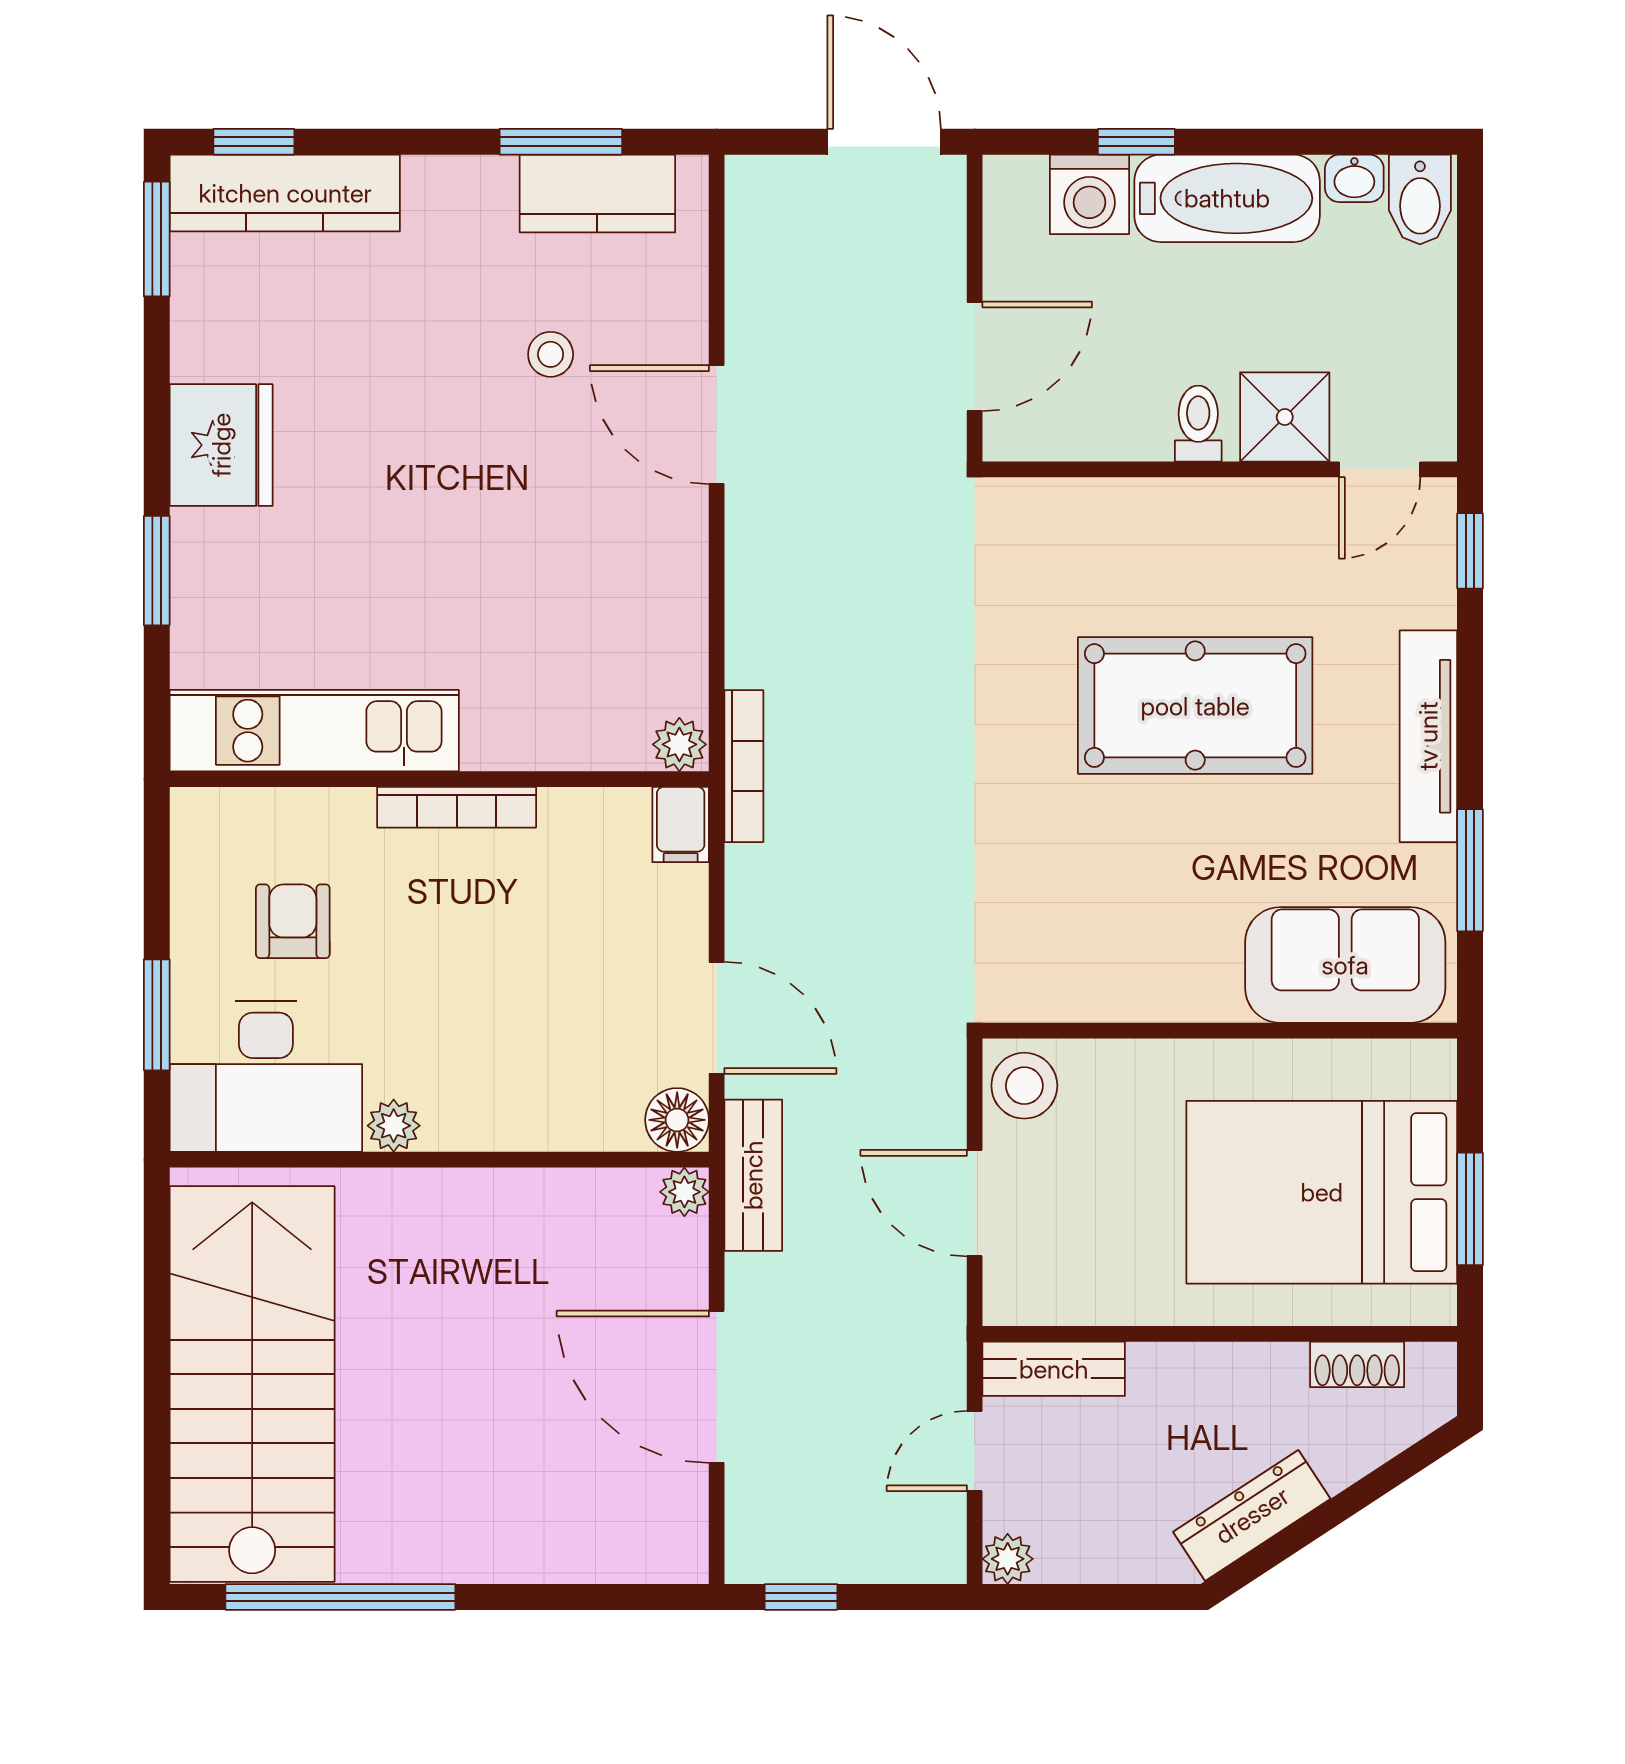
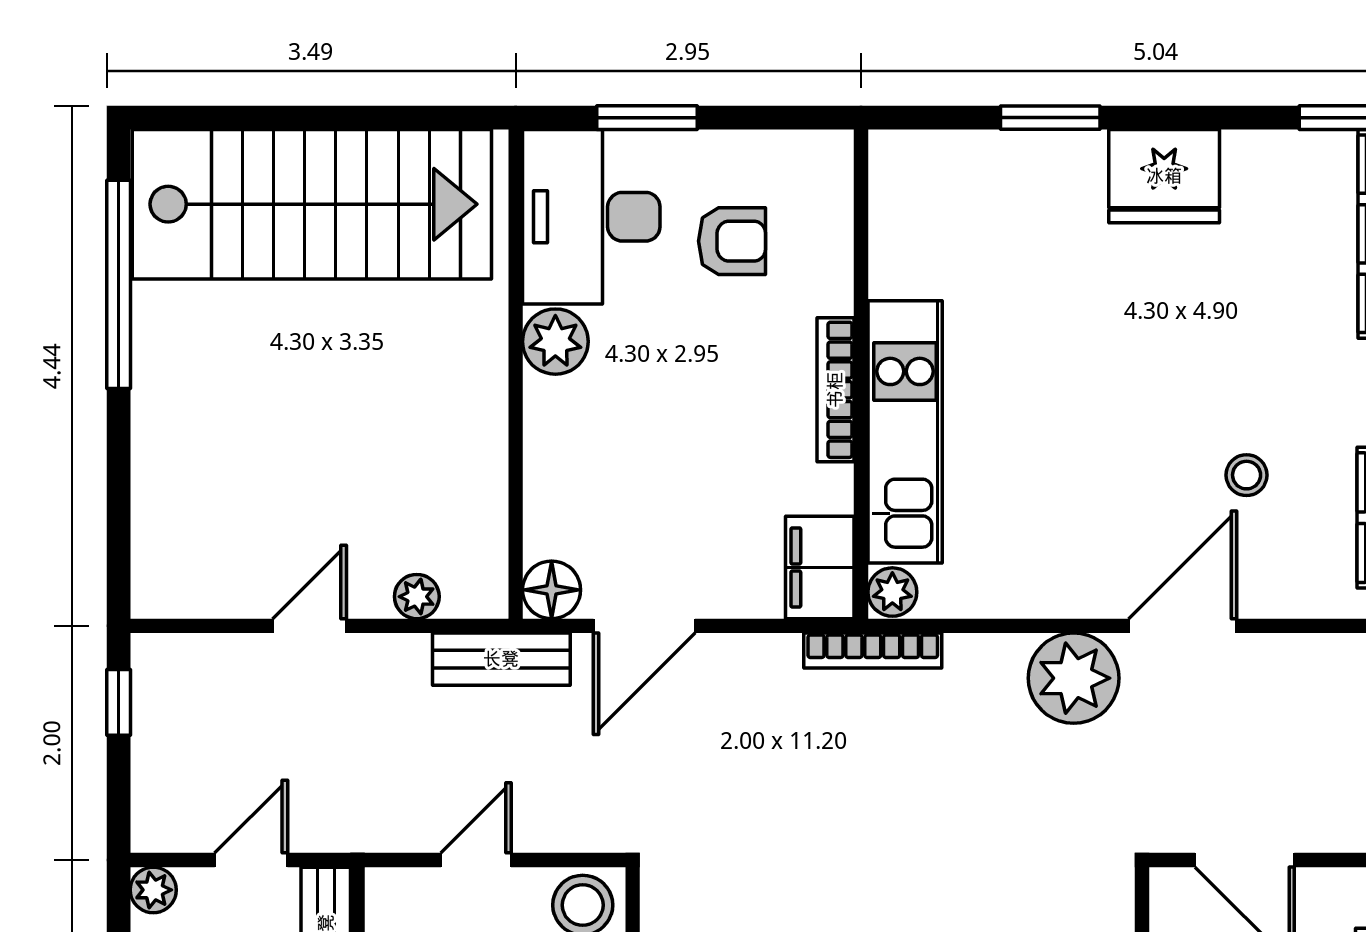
plant: (774, 545) -> (1074, 678), added
kitchen unit: (314, 731) -> (905, 432), moved
filing cabinet: (681, 824) -> (820, 567), width x2.00
plant: (394, 1126) -> (555, 342), width x1.38, depth x1.38
plant: (684, 1192) -> (417, 597), moved
door: (975, 1203) -> (476, 860), width x0.73
door: (717, 1387) -> (309, 626), width x0.53
door: (975, 1451) -> (251, 860), hinge flipped

